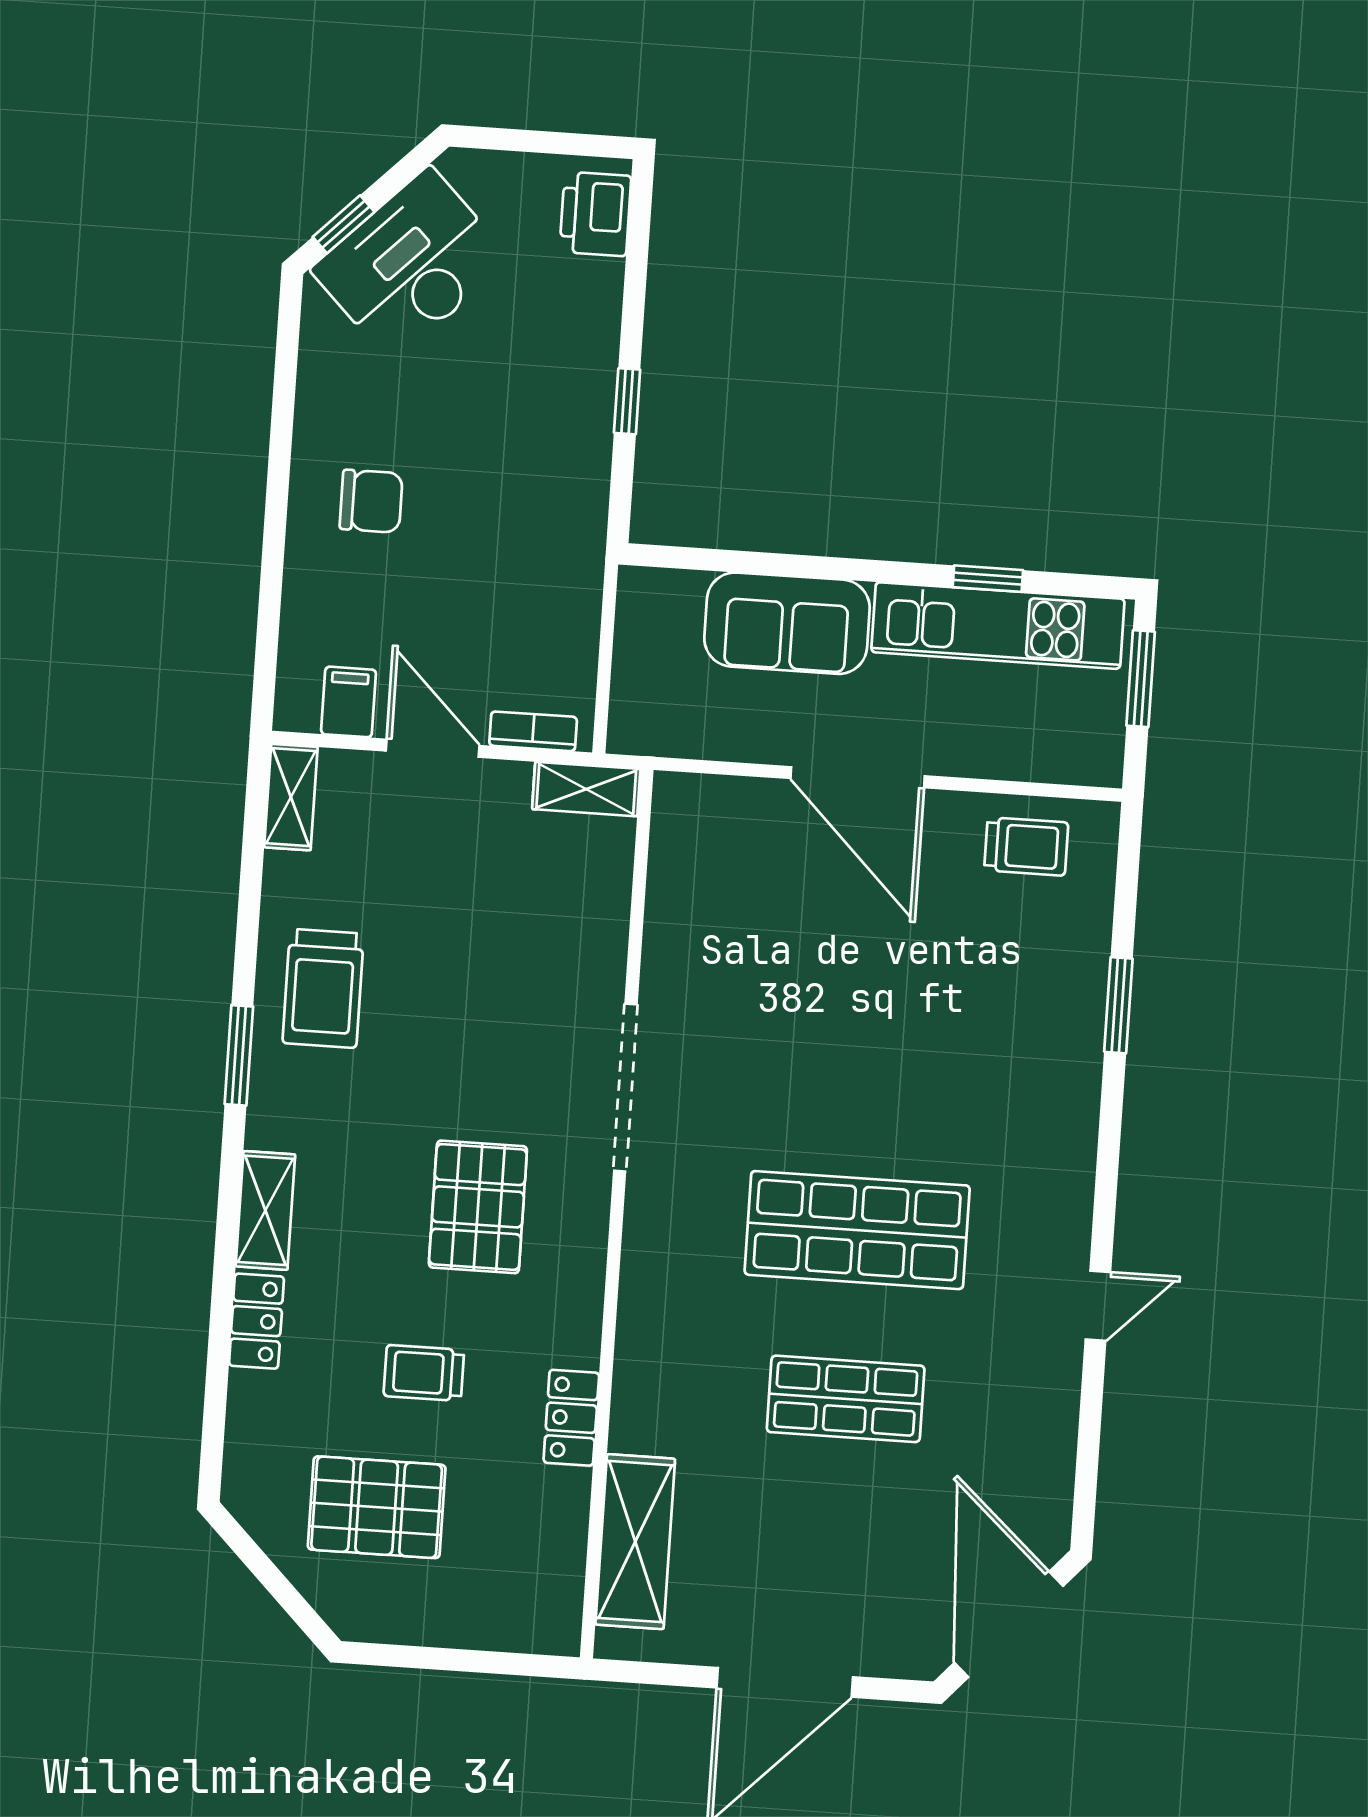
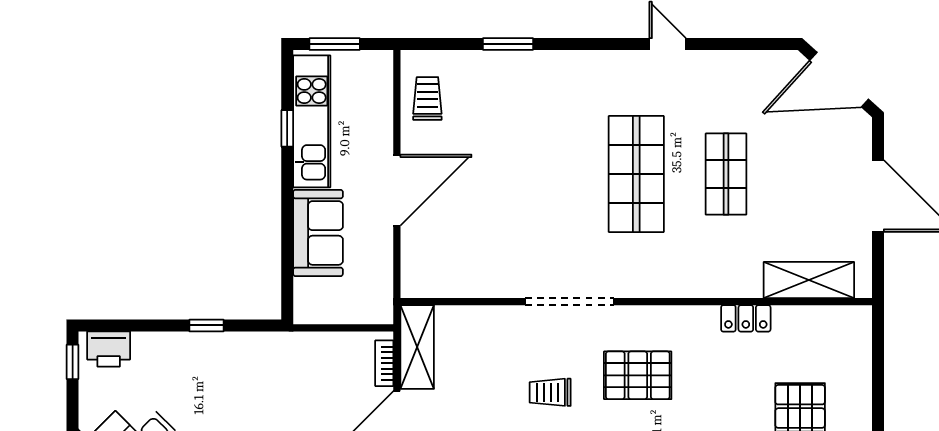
window: (576, 144) -> (73, 362), added
shelving: (586, 789) -> (417, 347), width x1.50, depth x1.33
trolley: (424, 1373) -> (550, 392), moved, turned 90

